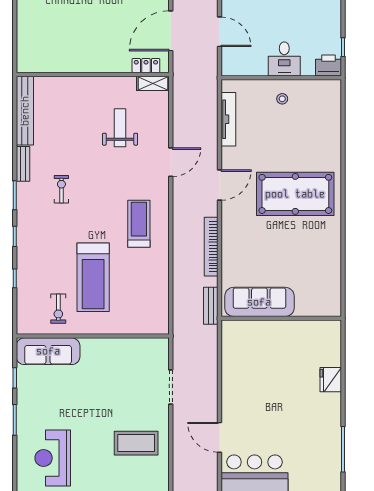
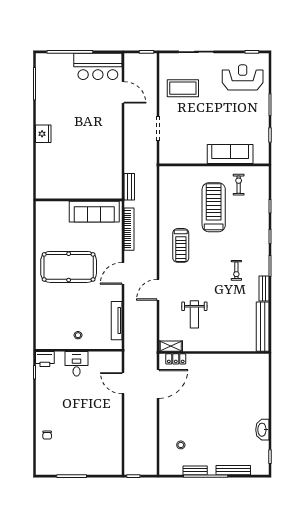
sofa: (259, 302) -> (94, 212), moved
wall: (281, 318) -> (79, 200), moved
sofa: (48, 351) -> (230, 154), moved
reception desk: (53, 458) -> (243, 77), turned -90

